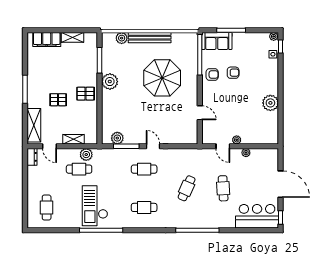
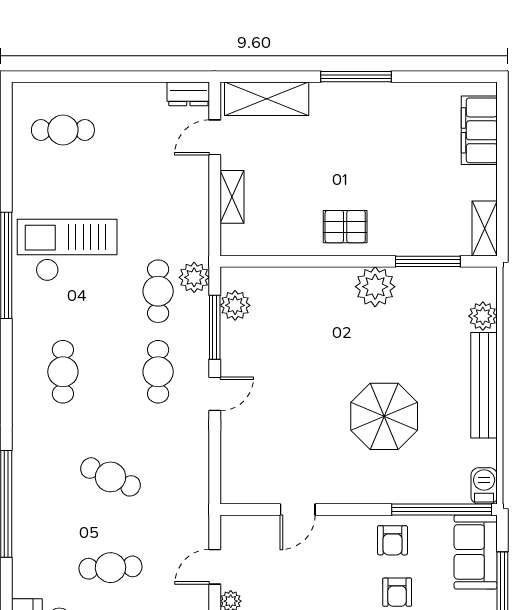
shelving: (73, 37) -> (485, 228), moved
barbecue: (190, 38) -> (484, 486), added
parasol: (162, 78) -> (384, 416), width x0.73, depth x0.73
pallet: (86, 94) -> (345, 227), turned 90
pallet: (58, 100) -> (330, 159), removed
plant: (86, 155) -> (194, 277), moved
cafe table: (79, 169) -> (158, 291), moved

